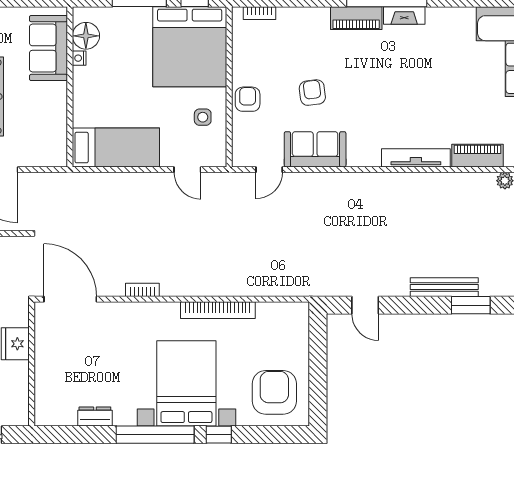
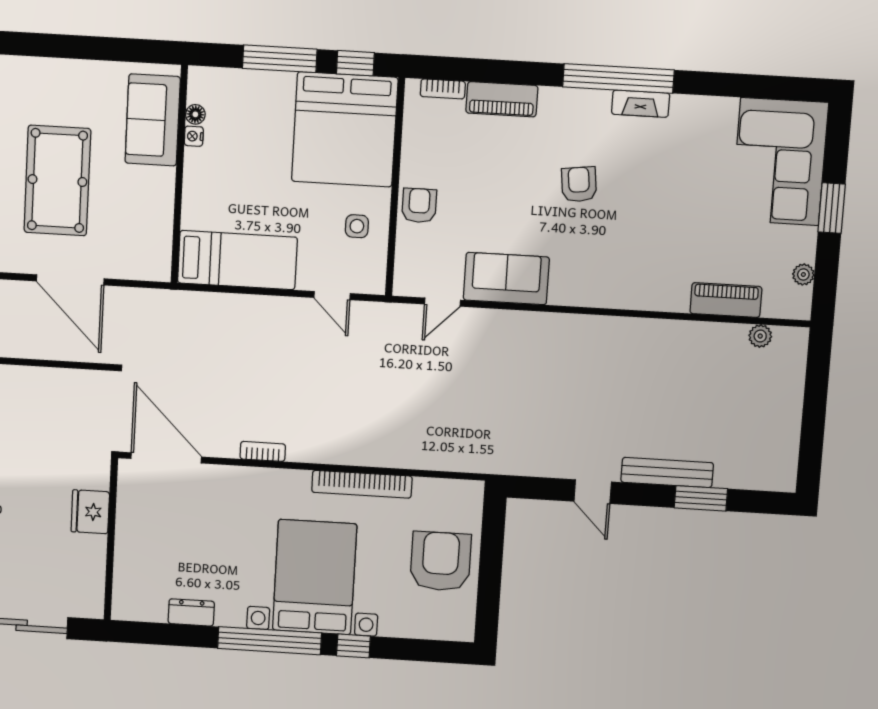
piano: (356, 18) -> (502, 99), moved
floor lamp: (86, 36) -> (195, 114), width x0.53, depth x0.53
armchair: (312, 93) -> (579, 184), moved
tv unit: (416, 158) -> (642, 298), removed
door: (365, 305) -> (593, 492), moved
armchair: (274, 392) -> (441, 561), moved

